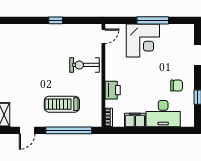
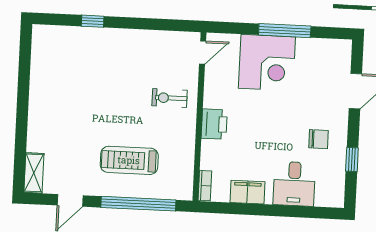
window: (56, 20) -> (93, 21), moved
exercise bike: (85, 65) -> (170, 98), width x0.73, depth x0.72
printer: (113, 90) -> (214, 124), moved
desk: (163, 114) -> (294, 184), width x0.73

